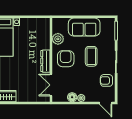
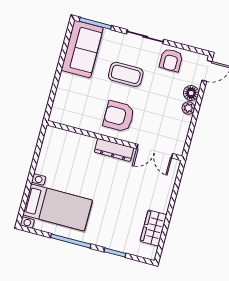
sofa: (84, 27) -> (82, 49), moved
plant: (58, 39) -> (84, 120), removed
floor lamp: (72, 97) -> (191, 93), moved

